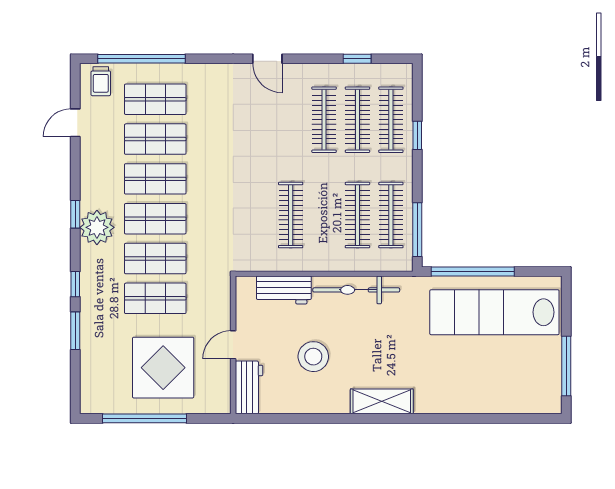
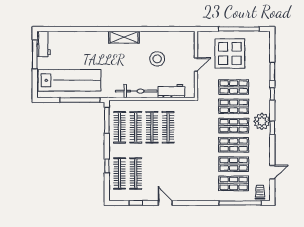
door: (267, 59) -> (165, 203), moved
clothes rail: (324, 120) -> (152, 127), moved
workbench: (249, 387) -> (43, 44), moved, turned 180

